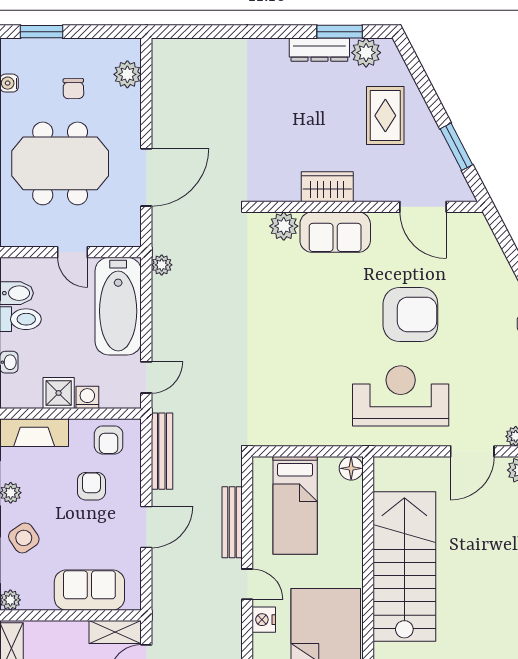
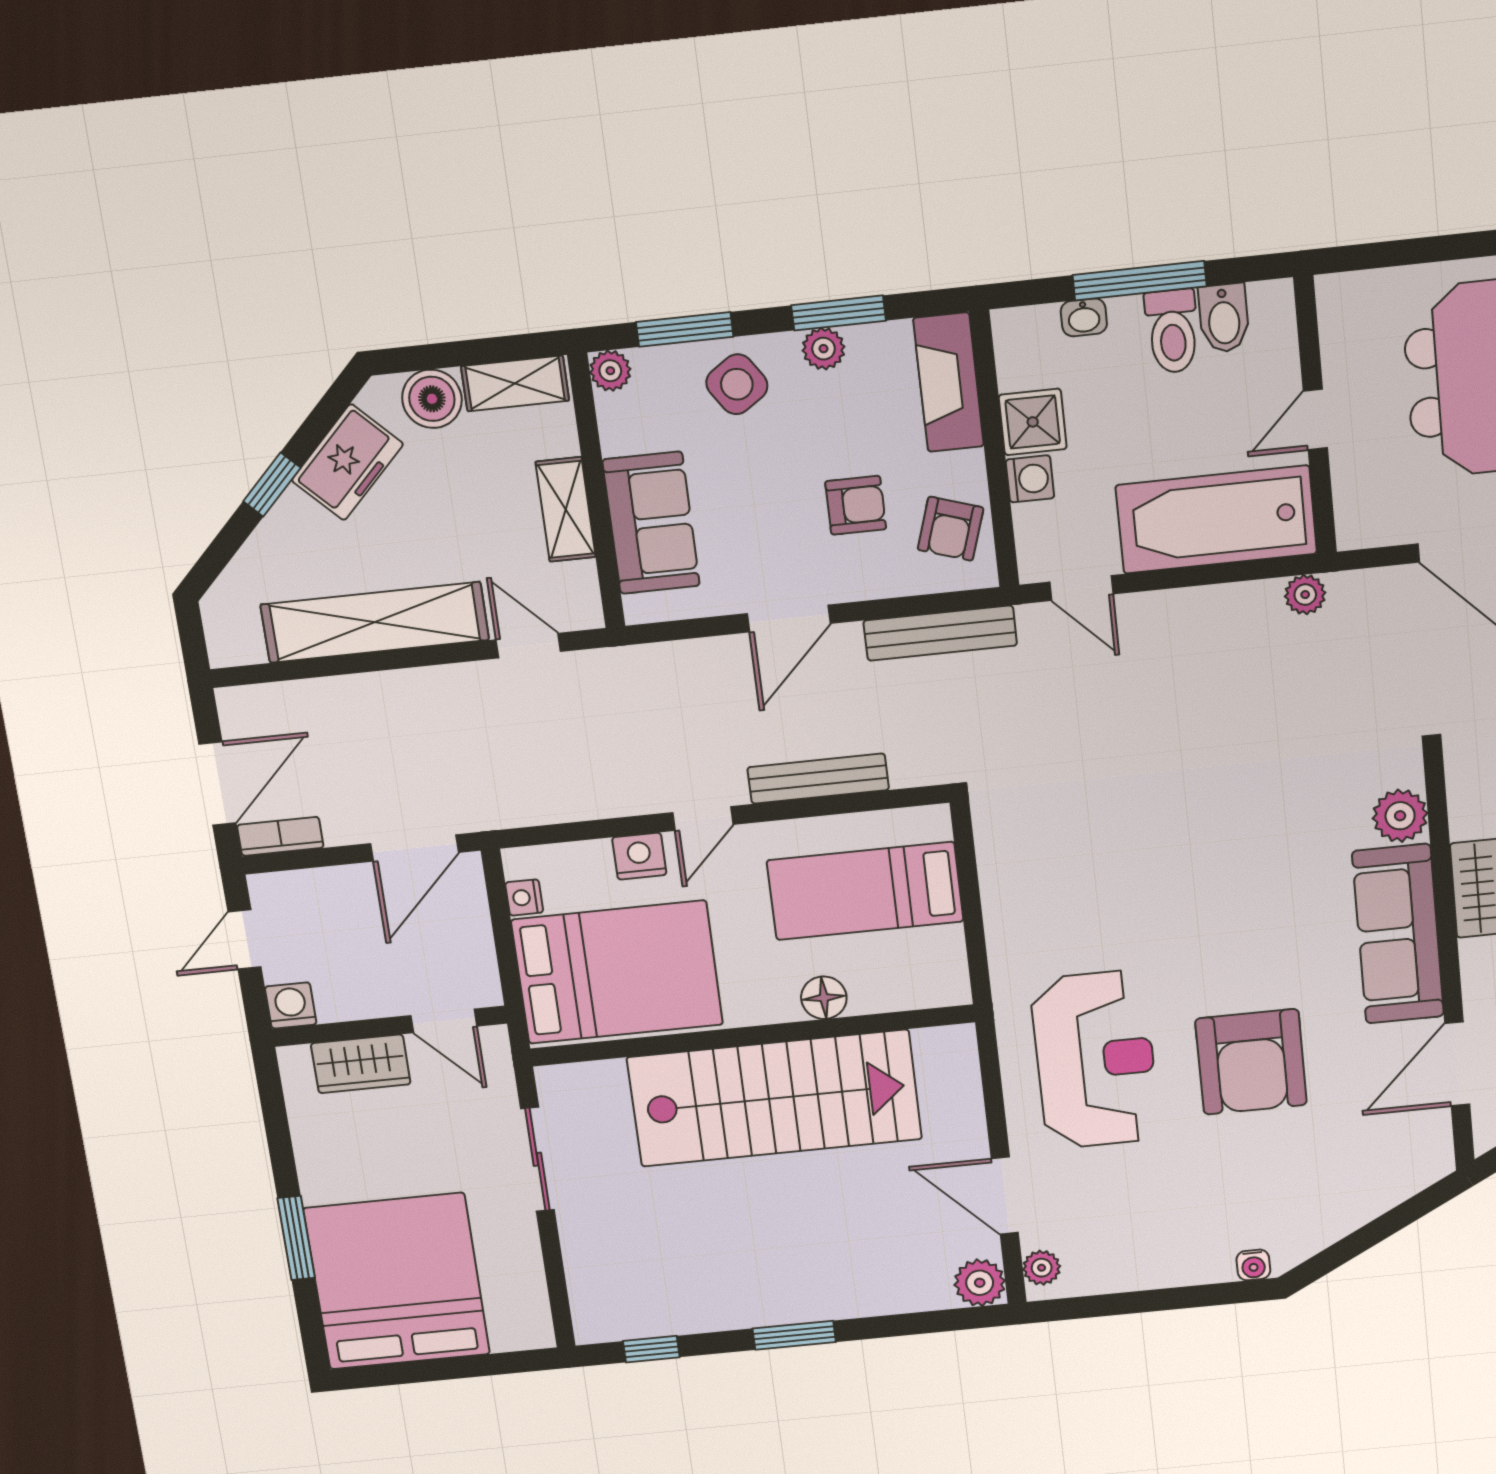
sofa: (335, 232) -> (1398, 934), width x1.36
armchair: (109, 440) -> (951, 529), turned -72
floor lamp: (351, 468) -> (824, 998), moved
door: (146, 527) -> (789, 619), hinge flipped
shelving: (115, 632) -> (566, 509), moved

